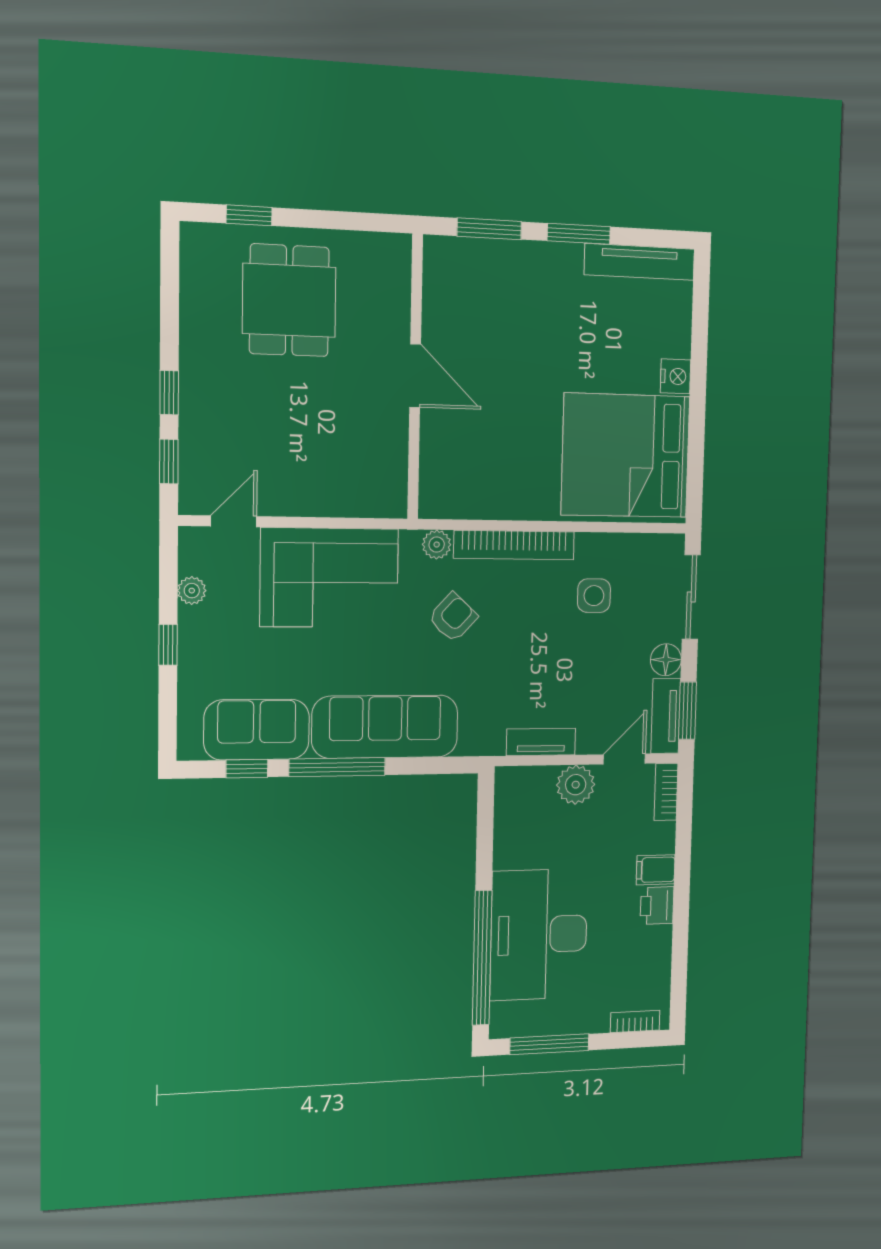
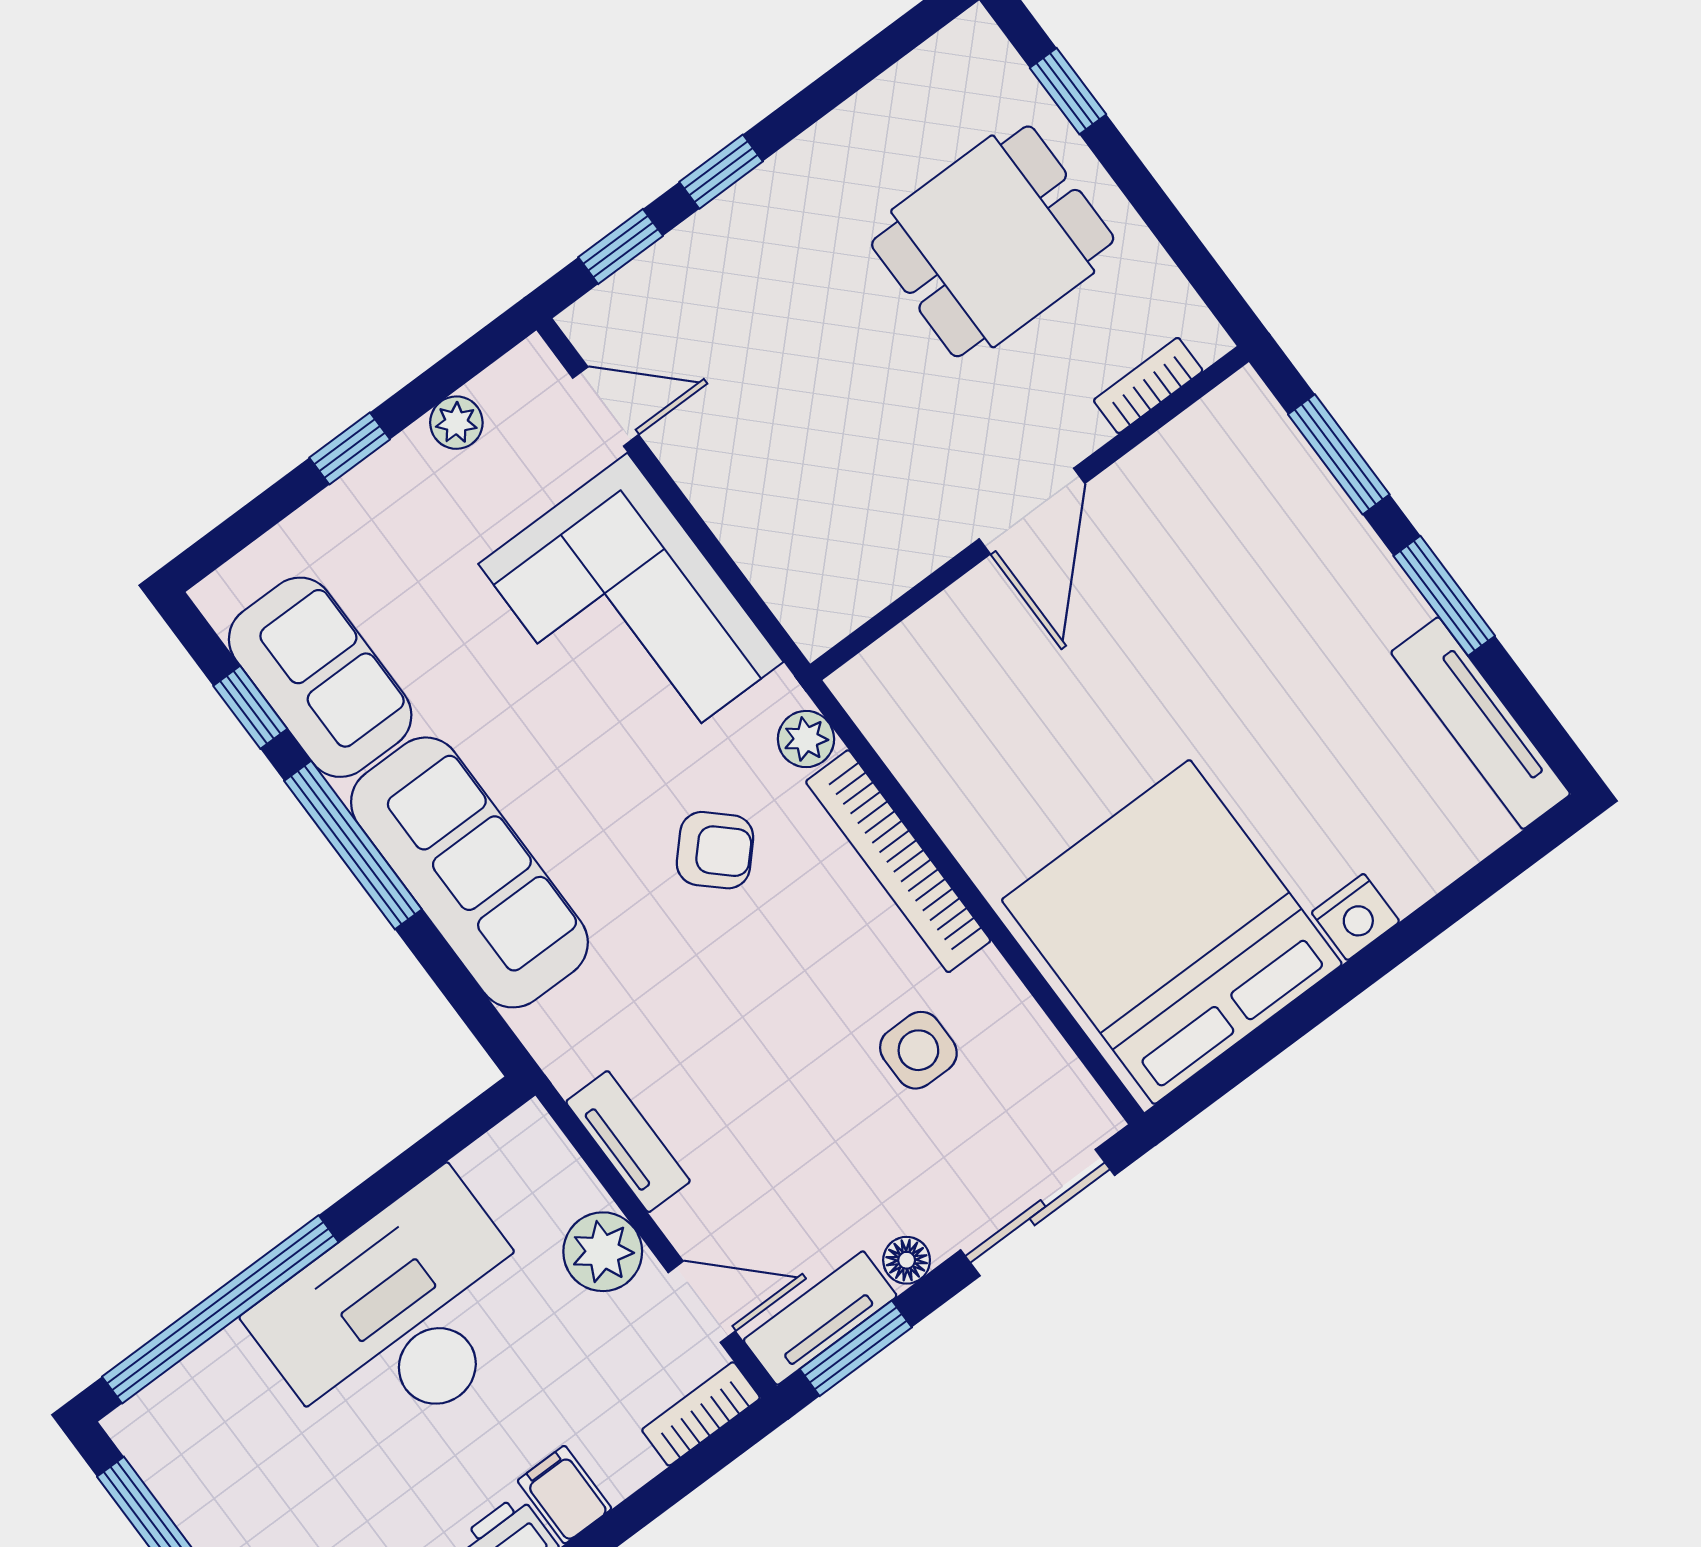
bookcase: (400, 285) -> (1148, 385), added
floor lamp: (666, 660) -> (907, 1260), width x0.73, depth x0.73
desk: (539, 935) -> (401, 1317), moved

